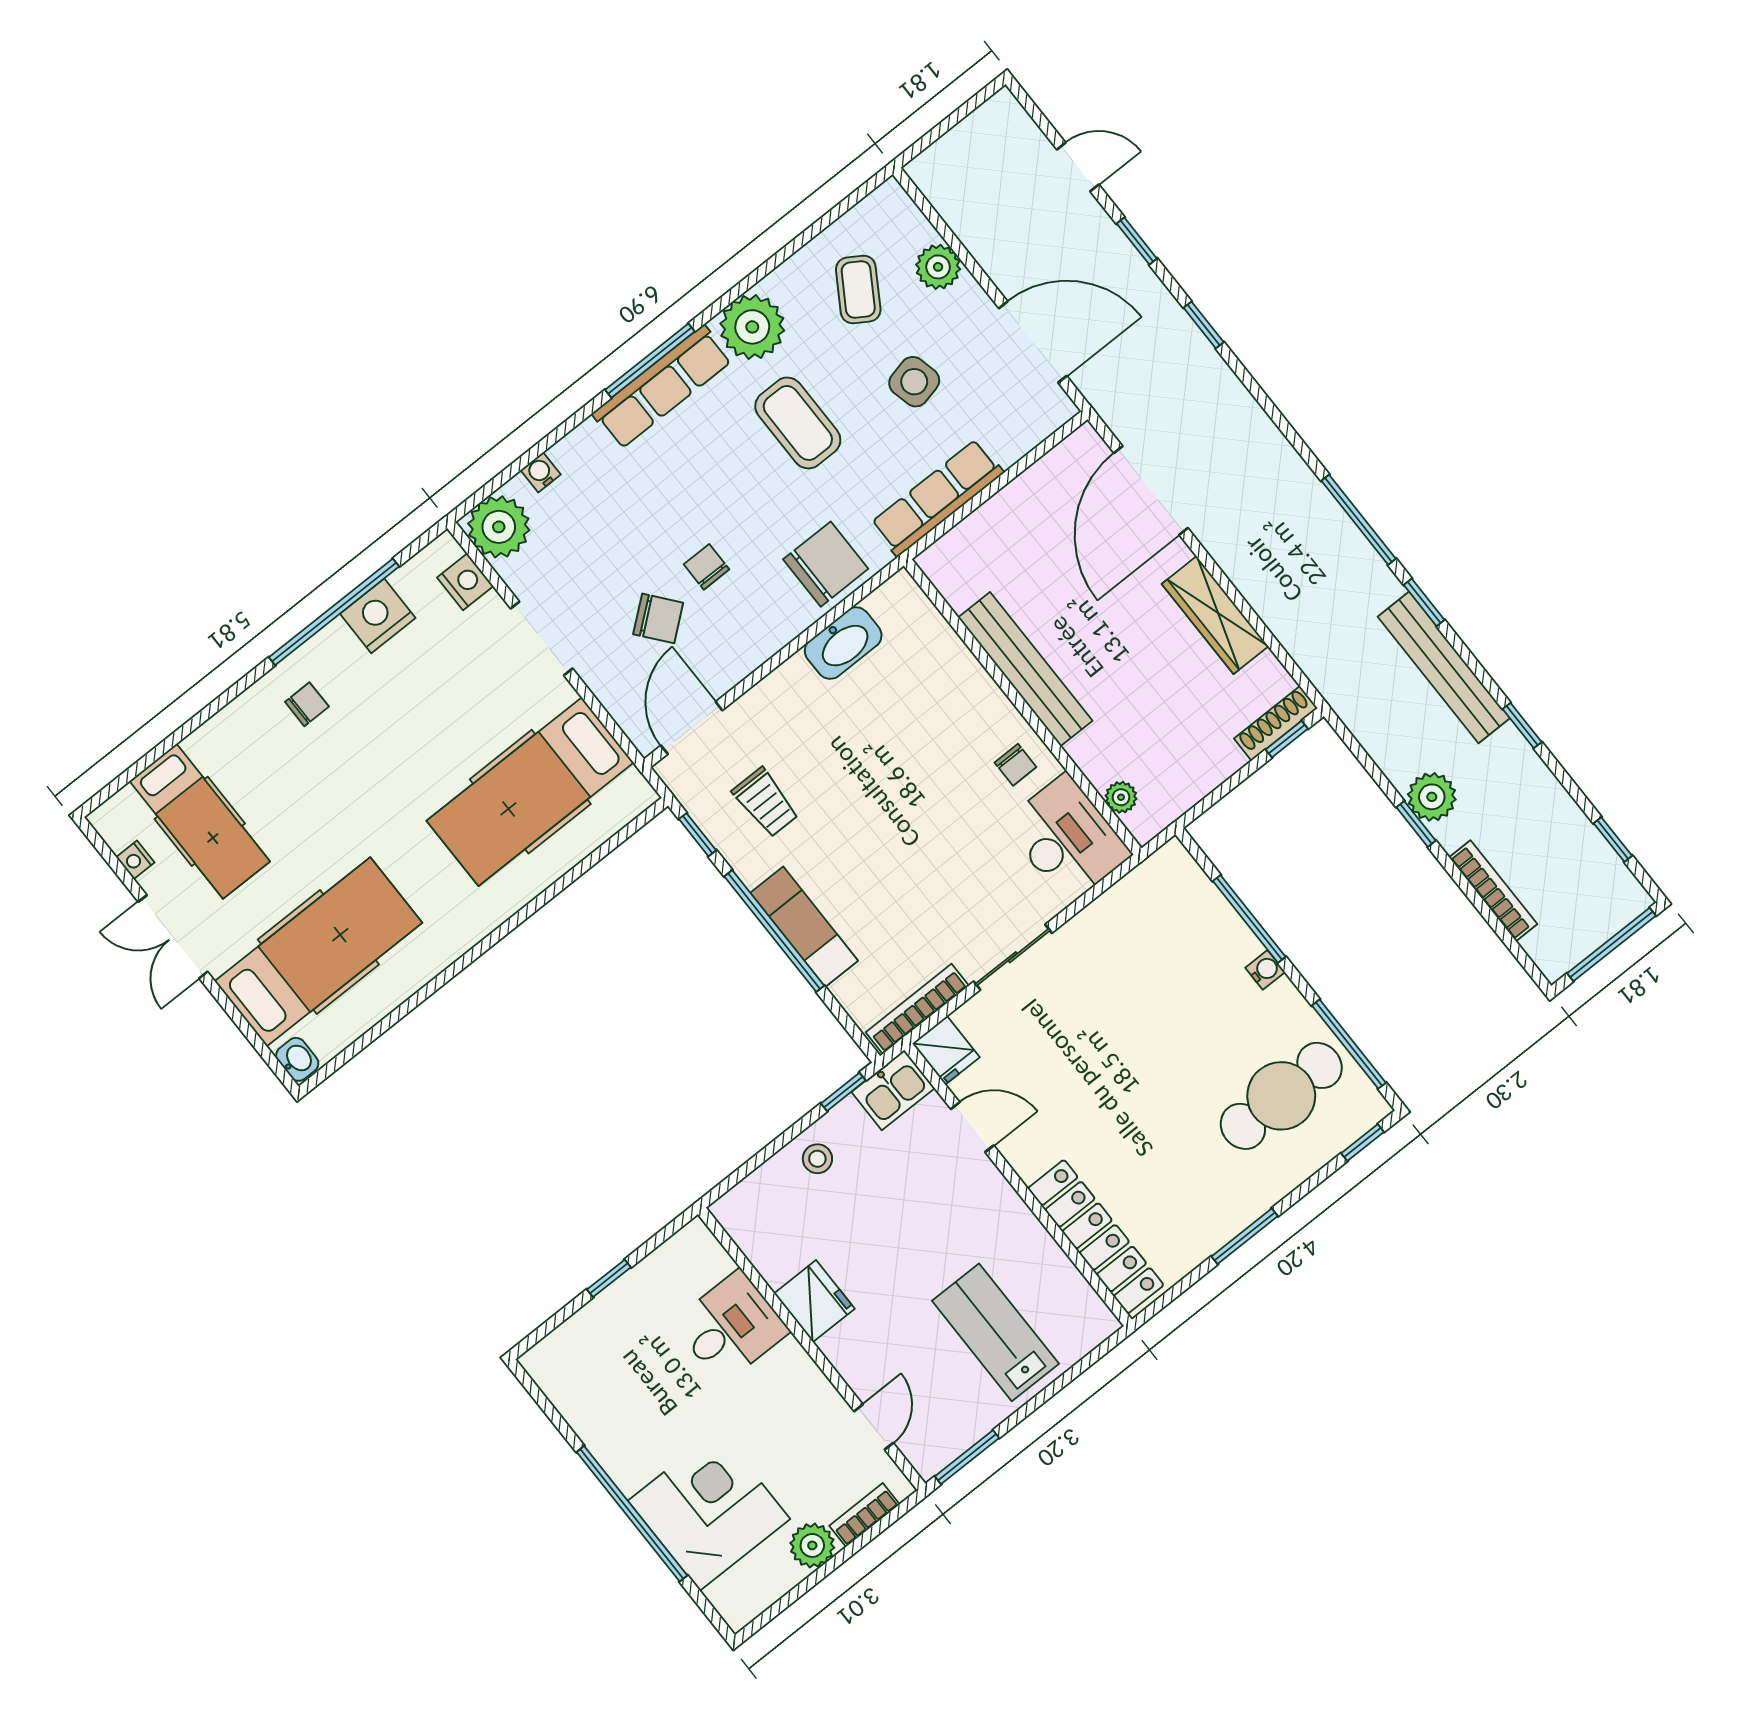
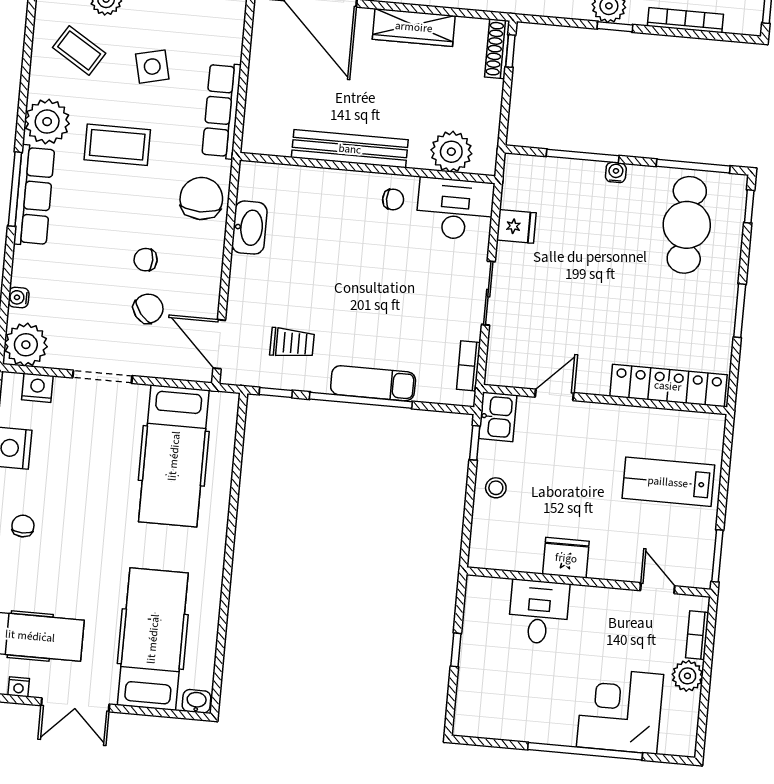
plant: (1121, 797) -> (451, 152), width x1.88, depth x1.88
bookcase: (917, 1009) -> (468, 366), width x0.64
fridge: (946, 1050) -> (516, 226), moved

